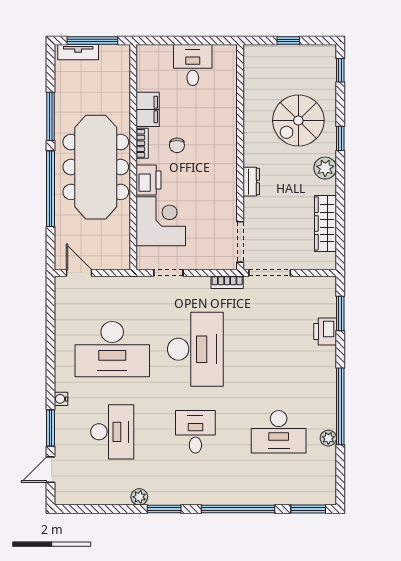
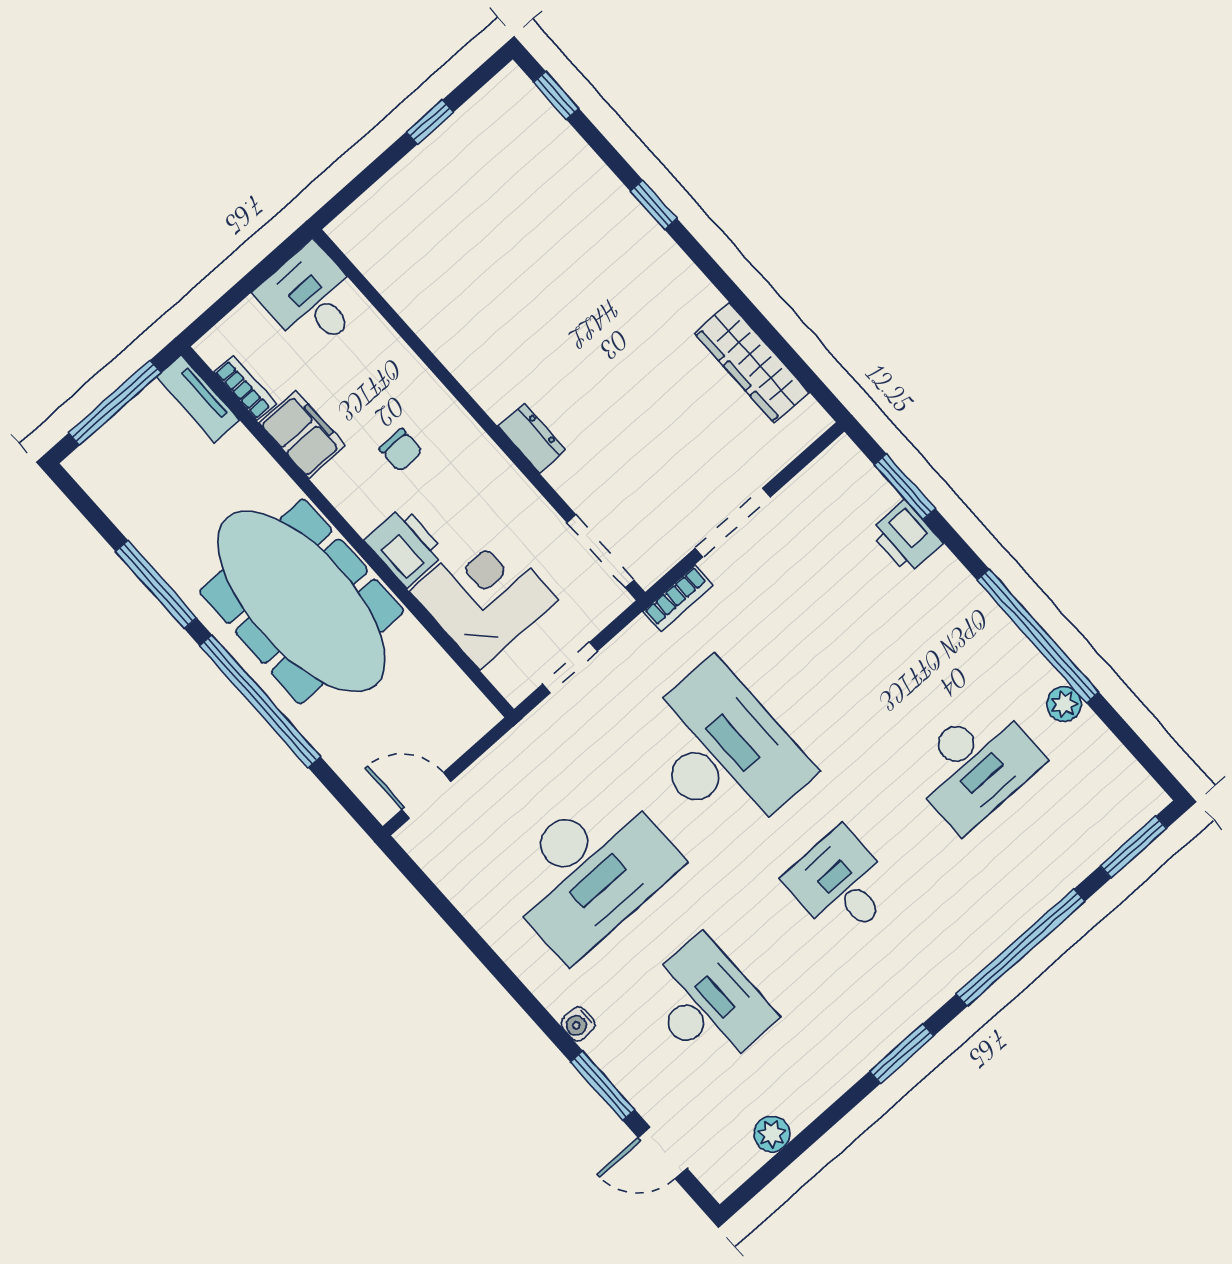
tv unit: (78, 52) -> (198, 398), moved, turned 90
spiral stairs: (298, 120) -> (561, 236), removed
bookcase: (142, 143) -> (245, 388), moved
wall: (240, 157) -> (479, 415), moved
plant: (325, 168) -> (672, 274), removed
dresser: (251, 182) -> (532, 438), moved
doorway: (240, 242) -> (600, 551), moved
door: (51, 470) -> (663, 1153), hinge flipped
plant: (139, 497) -> (772, 1134), moved

